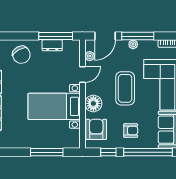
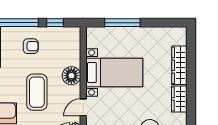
armchair: (96, 129) -> (68, 47), removed
armchair: (131, 131) -> (31, 46), turned 180

